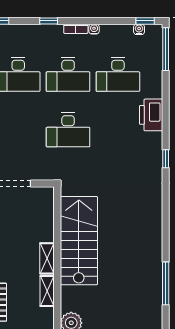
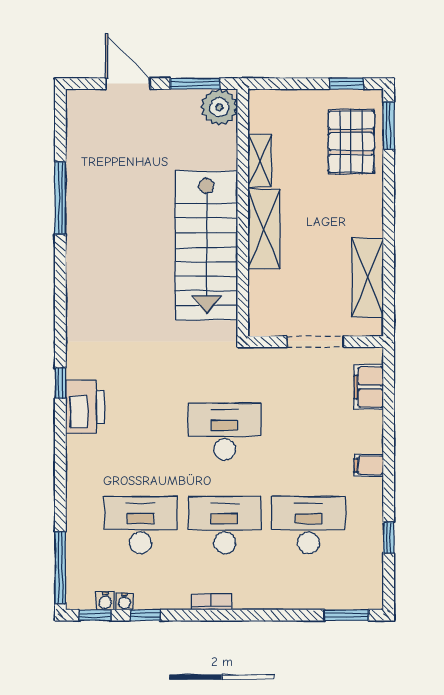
window: (49, 21) -> (145, 615), moved
water cooler: (94, 29) -> (125, 601), moved
printer: (151, 115) -> (85, 407), moved
shelving: (47, 258) -> (264, 229), width x1.50, depth x1.33
window: (166, 283) -> (60, 198), moved

